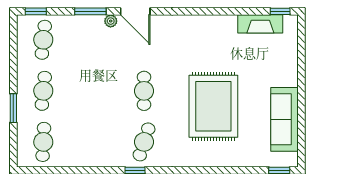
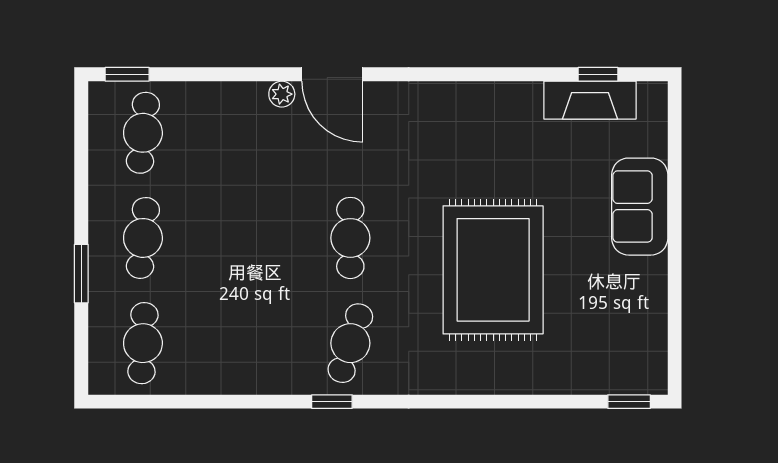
window: (90, 11) -> (240, 74), removed
window: (280, 11) -> (598, 74), moved
sofa: (285, 119) -> (640, 207), moved, width x0.73

